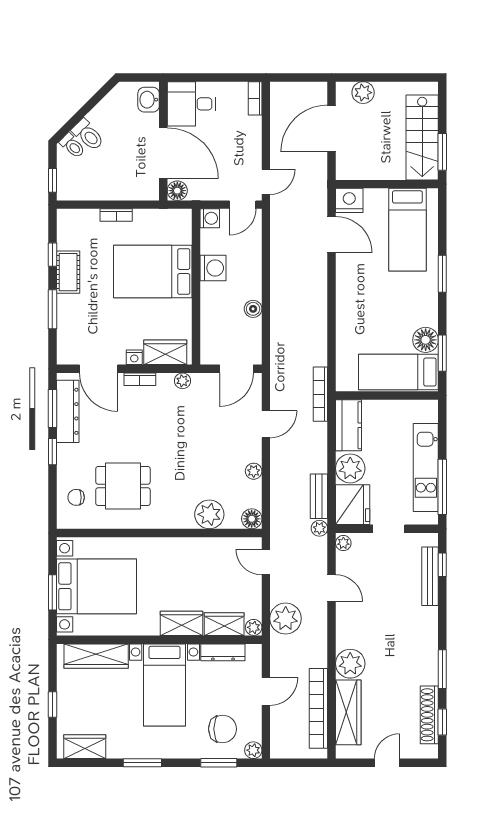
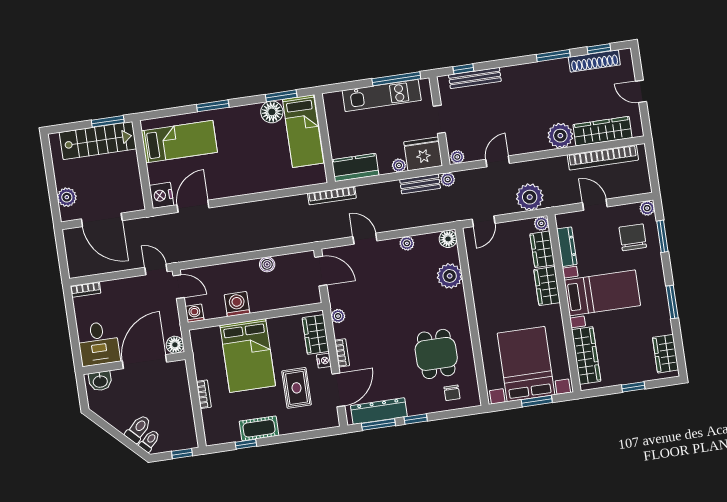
window: (52, 309) -> (293, 437), removed
rug: (108, 322) -> (297, 388), added
plant: (350, 468) -> (399, 165), width x0.53, depth x0.53

